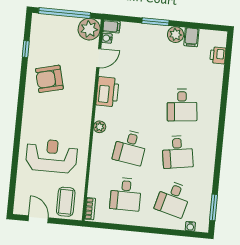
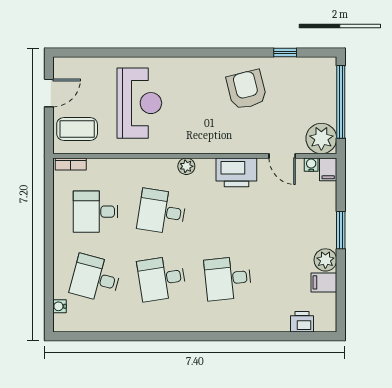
window: (214, 207) -> (89, 336), removed

